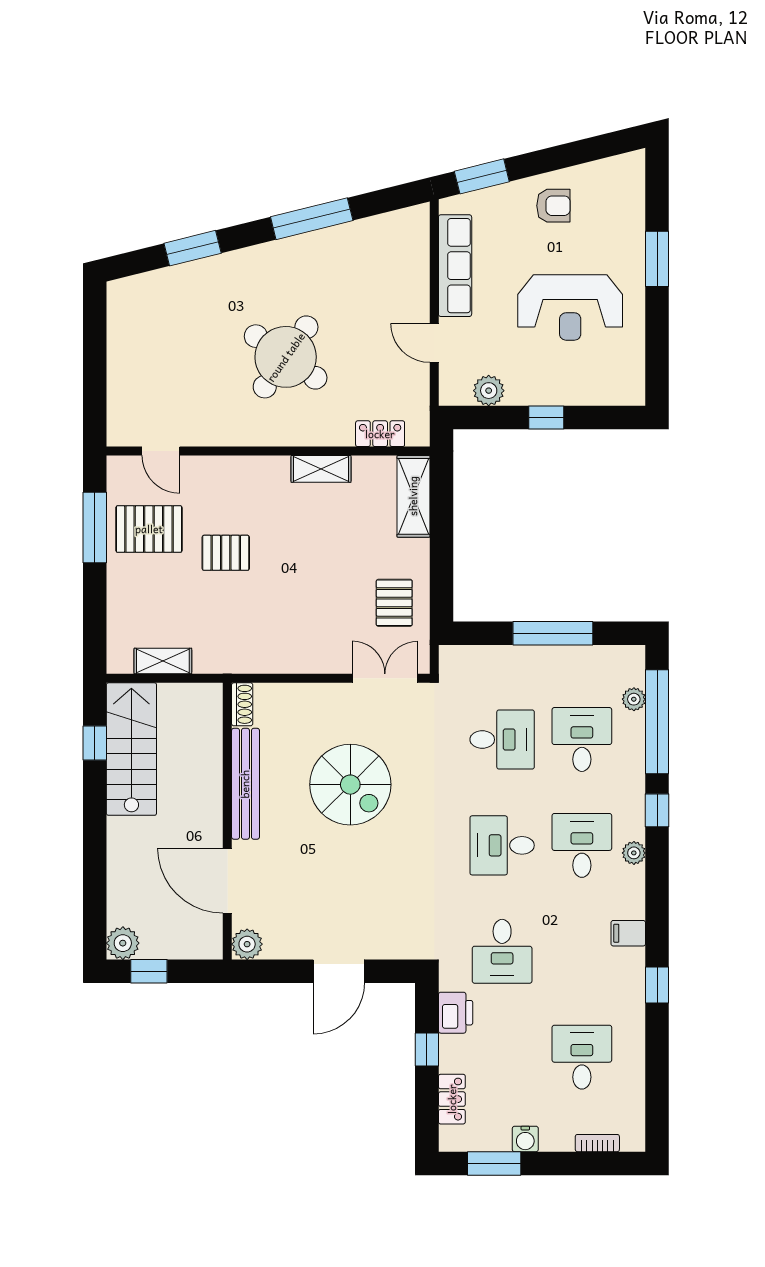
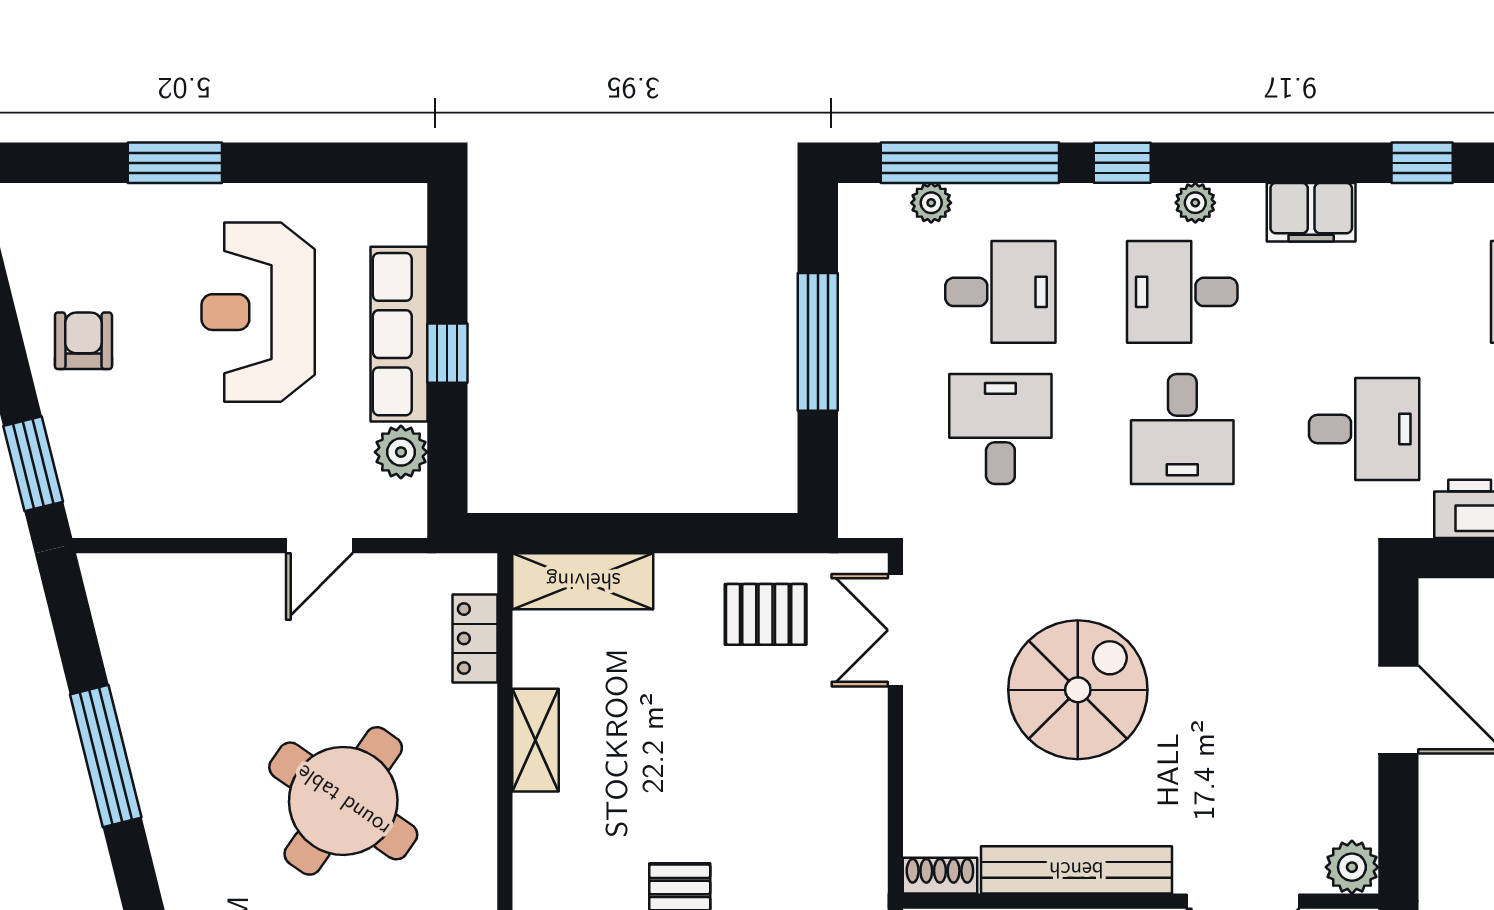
row of seats: (455, 266) -> (399, 334), moved, turned -90
reception desk: (570, 307) -> (258, 312), turned 180
desk: (582, 740) -> (1000, 292), turned 180
filing cabinet: (628, 933) -> (1311, 212), width x2.00

